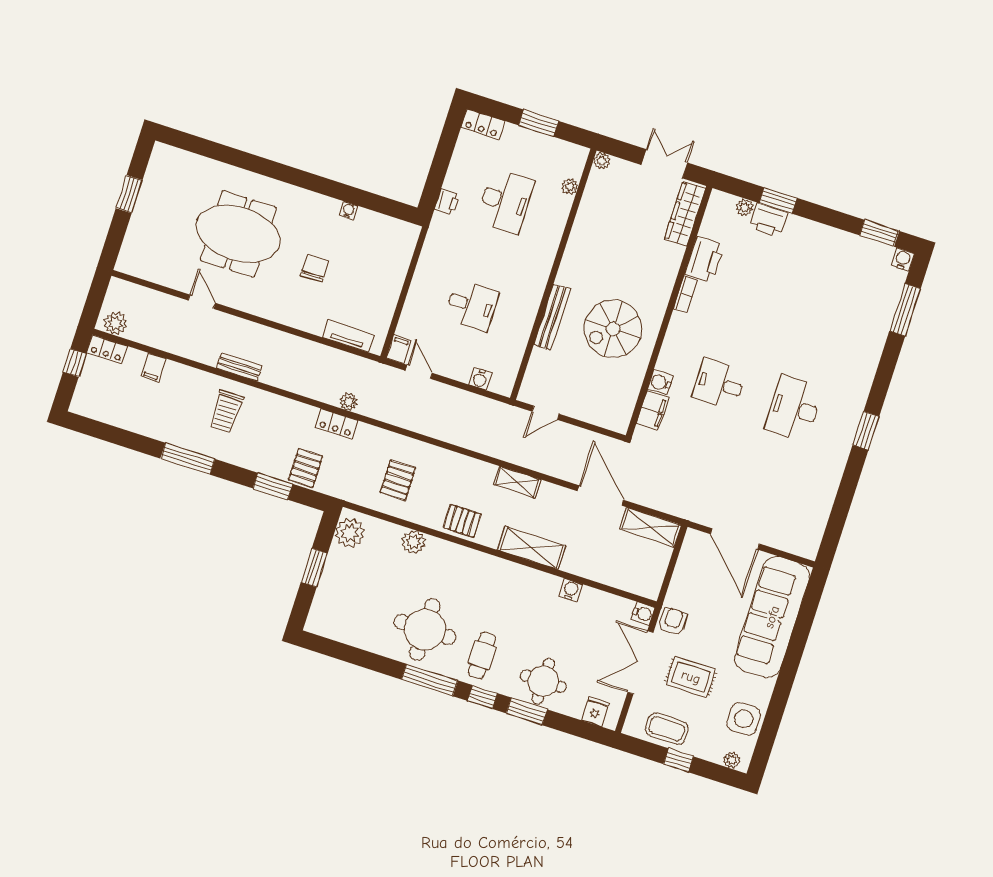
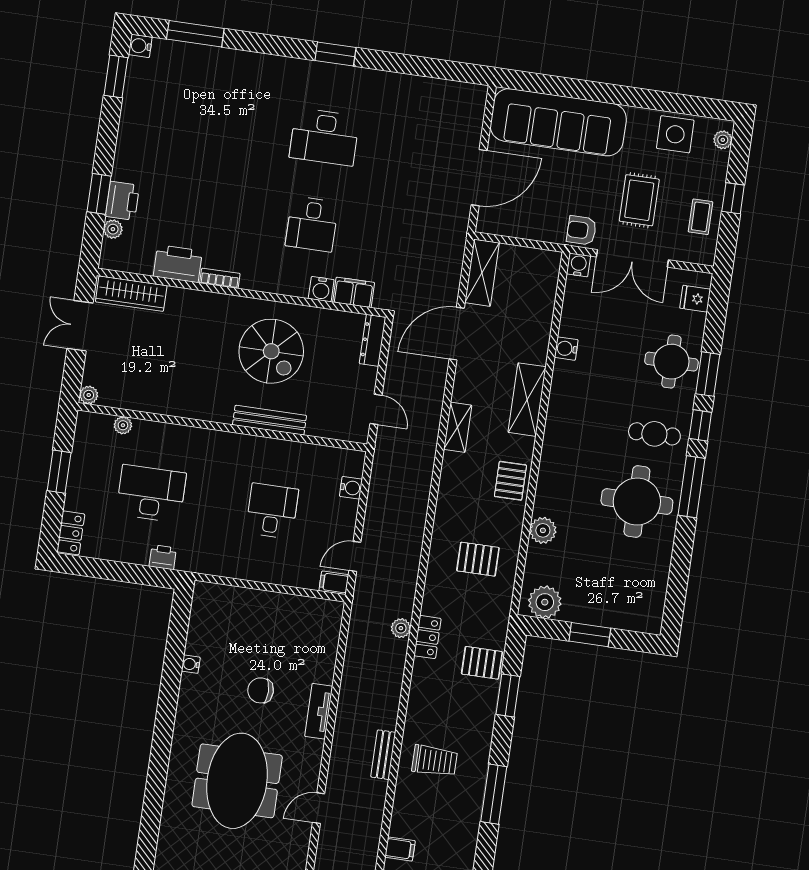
tv unit: (348, 336) -> (319, 711), moved
dresser: (607, 420) -> (373, 340), added
coffee table: (667, 729) -> (701, 217), width x0.73, depth x0.77

